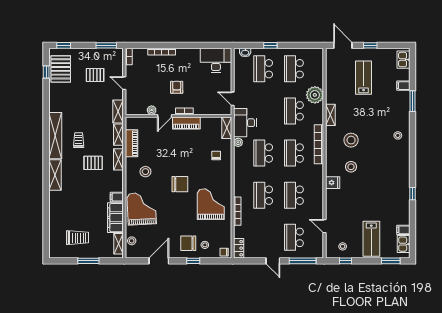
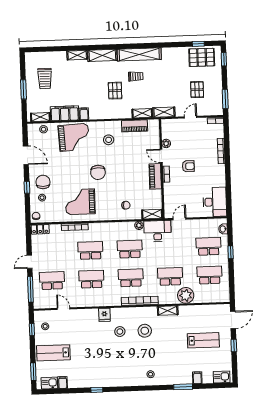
shelving: (118, 159) -> (77, 55), moved
grand piano: (211, 204) -> (80, 202), turned 180
door: (324, 226) -> (63, 309), hinge flipped

